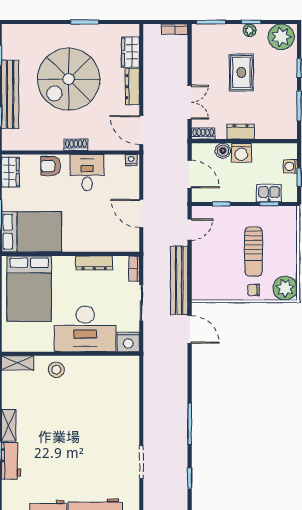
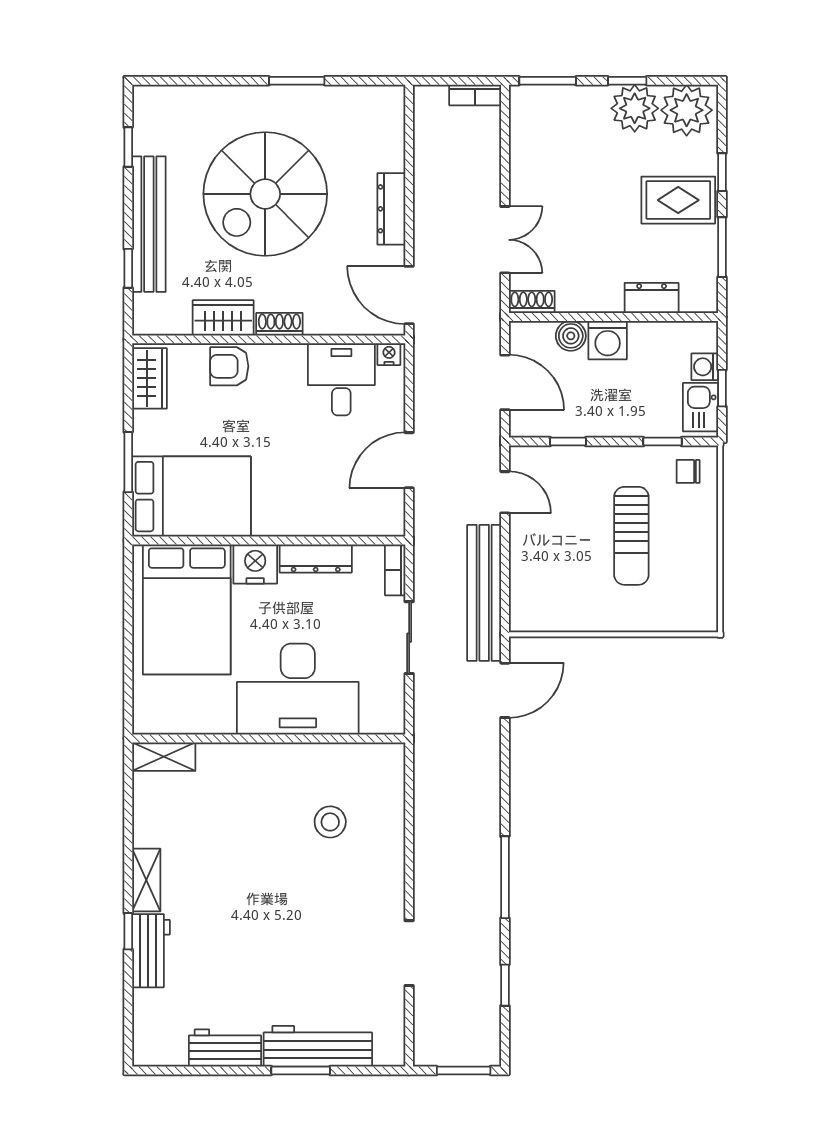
plant: (250, 30) -> (635, 108), width x1.88, depth x1.88
wardrobe: (130, 52) -> (223, 318), moved, turned 90
rug: (241, 72) -> (678, 200), moved, turned 90
dresser: (241, 132) -> (652, 298), moved
desk: (87, 173) -> (341, 379), moved
kitchen sink: (269, 193) -> (701, 407), moved, turned -90
door: (141, 213) -> (409, 460), hinge flipped
door: (190, 230) -> (505, 492), hinge flipped
plant: (285, 288) -> (694, 608), removed
chair: (254, 290) -> (688, 471), moved
door: (190, 329) -> (505, 690), hinge flipped
nightstand: (128, 342) -> (255, 564), moved, turned 180
stool: (56, 370) -> (330, 822), moved

